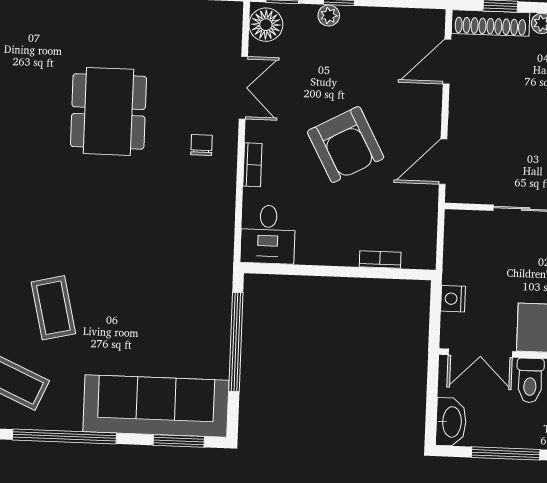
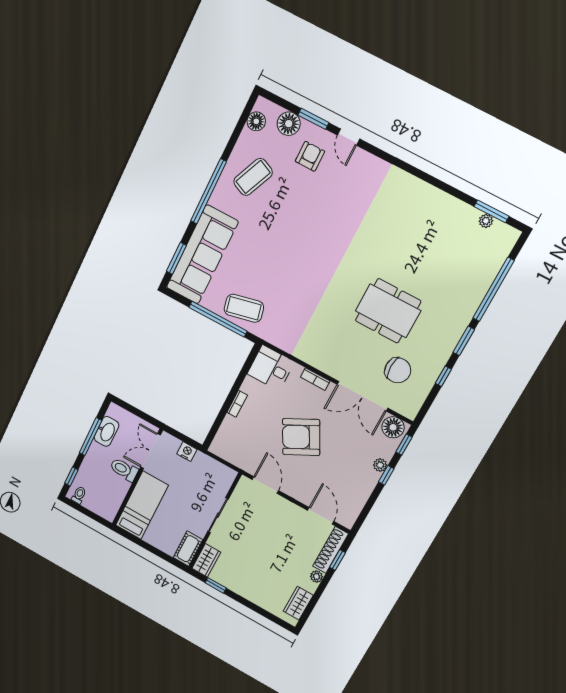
double door: (243, 88) -> (363, 396), width x1.37
chair: (202, 145) -> (398, 370), moved, width x1.87, depth x1.87
bookcase: (380, 259) -> (237, 404), moved
coffee table: (53, 308) -> (244, 308), moved
washbasin: (451, 422) -> (106, 431), moved, turned -90

